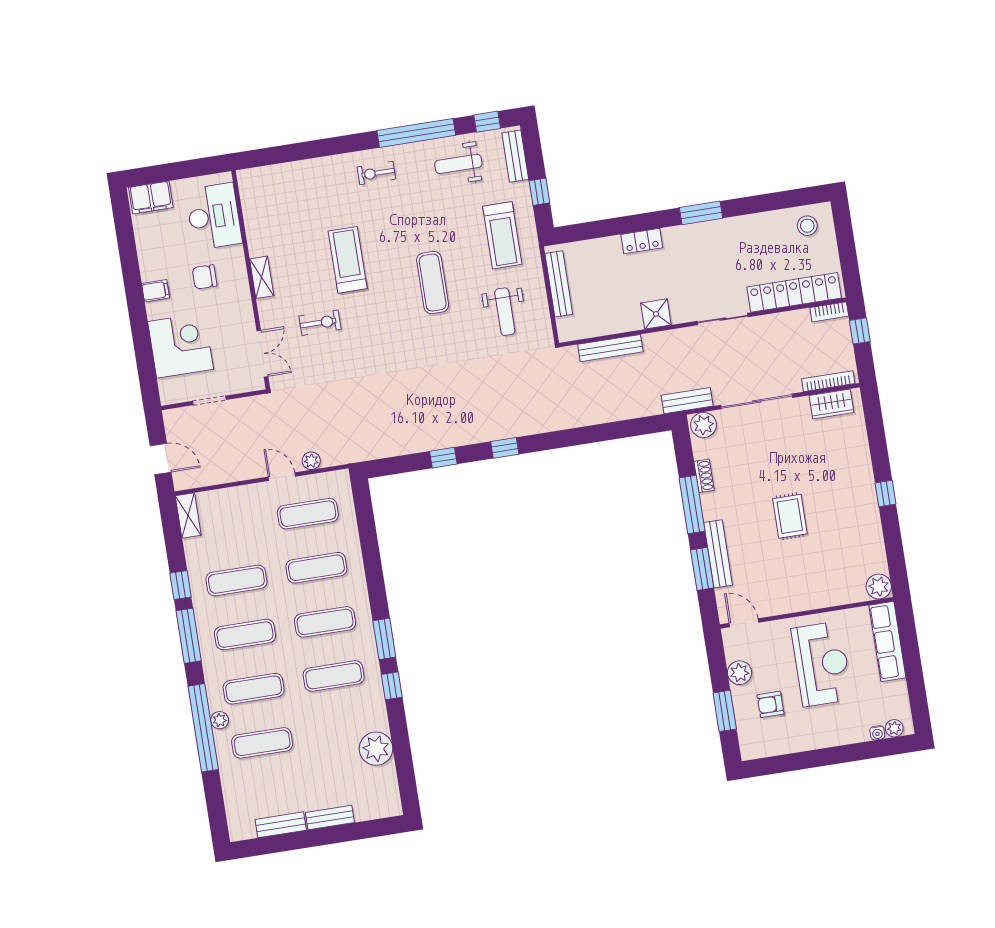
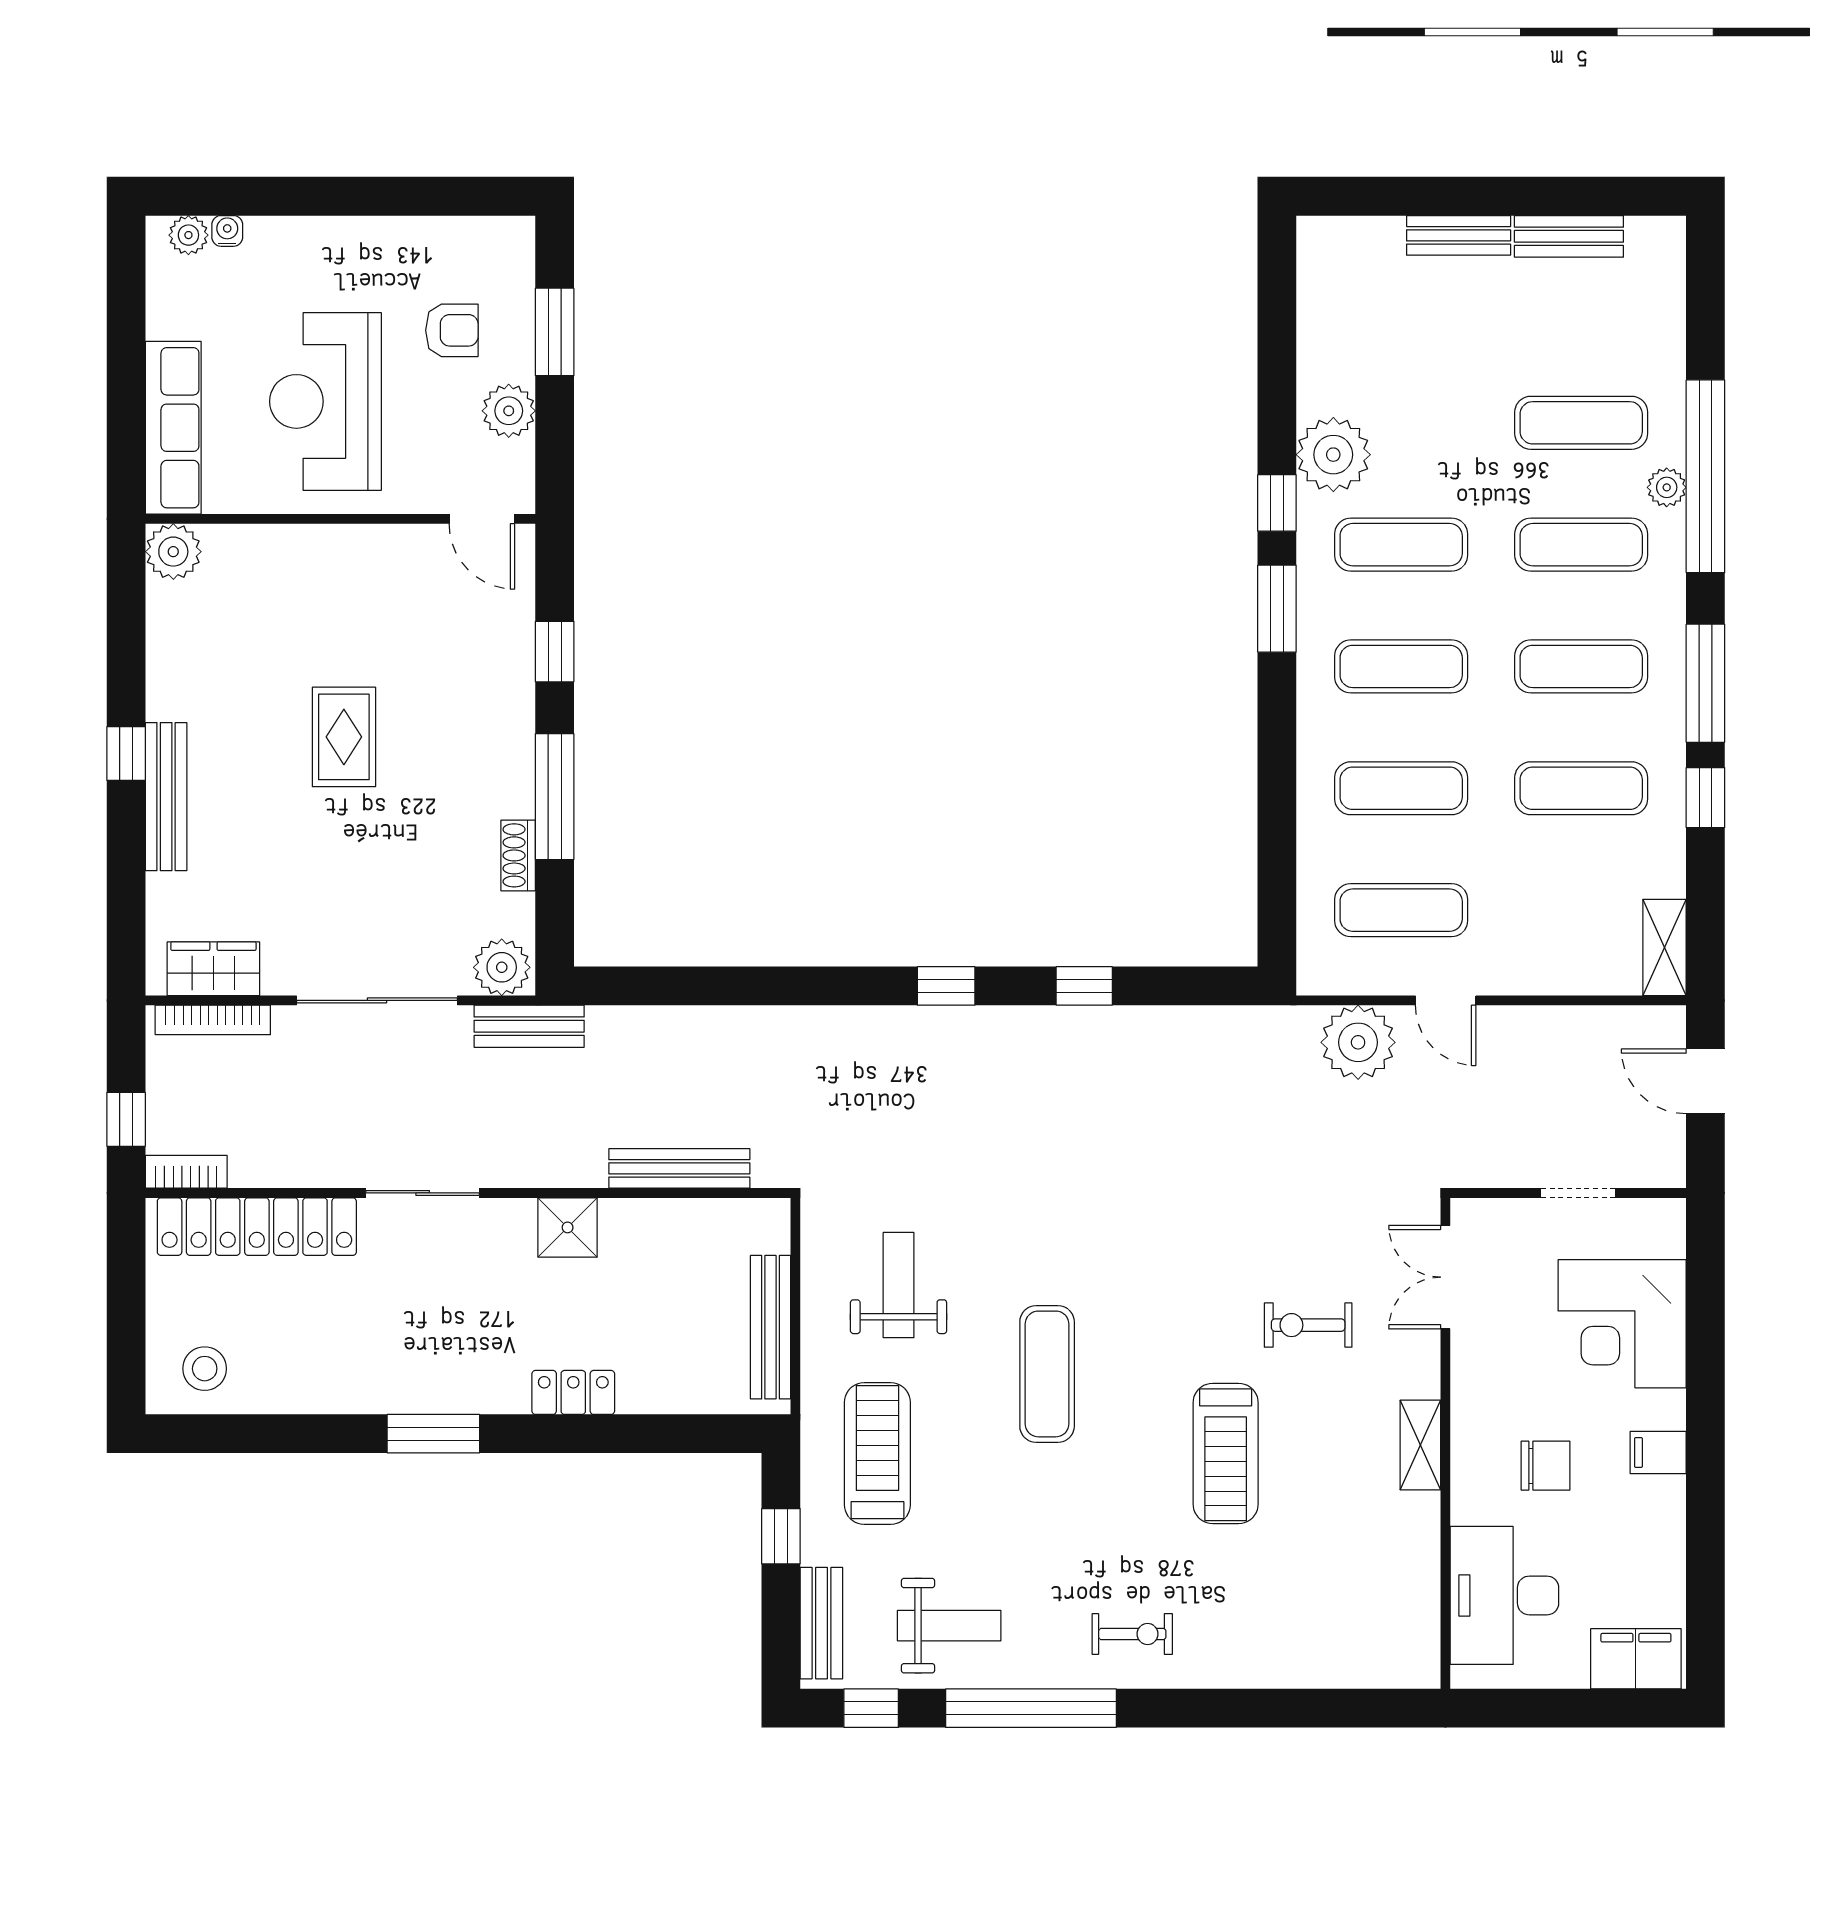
plant: (311, 461) -> (1358, 1042), width x1.87, depth x1.87
bench: (718, 554) -> (166, 797), moved
window: (702, 569) -> (555, 652), width x0.67
plant: (376, 749) -> (1333, 455), moved

